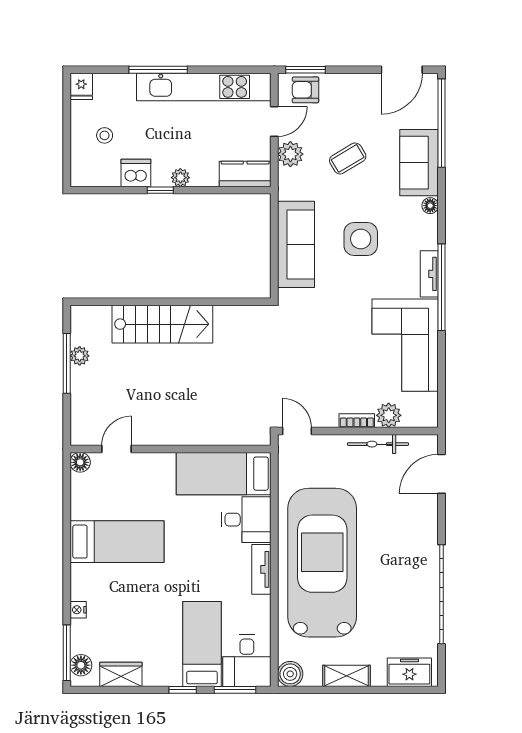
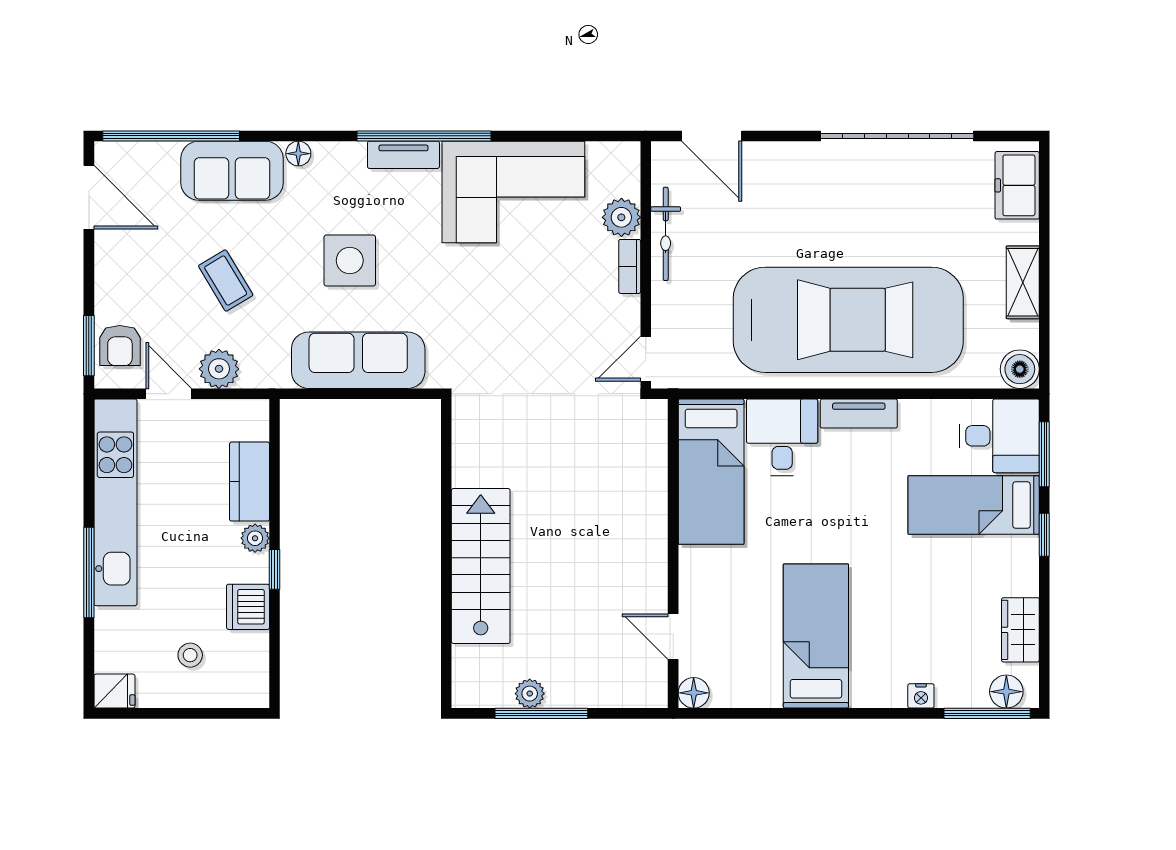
kitchen counter: (245, 174) -> (250, 482), moved
car: (322, 563) -> (848, 320), turned 180

